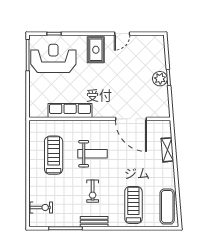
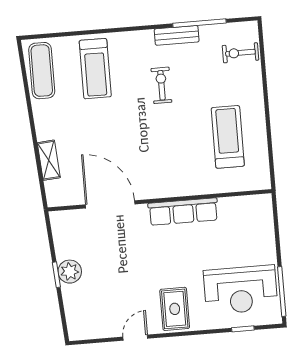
row of seats: (70, 111) -> (183, 212), moved
weight bench: (92, 154) -> (166, 144), removed
treadmill: (54, 155) -> (228, 137), turned 180
bench: (94, 222) -> (177, 35), moved

